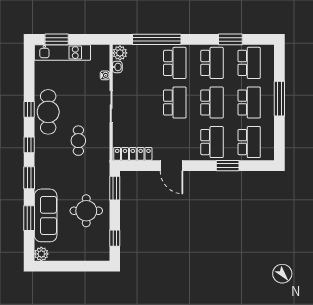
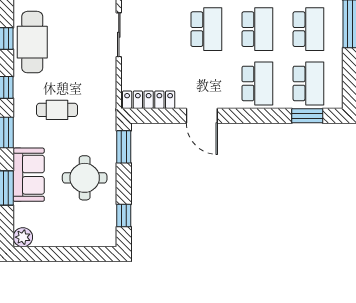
cafe table: (78, 141) -> (57, 110), moved, turned 90
window: (228, 166) -> (307, 116), moved
sofa: (46, 215) -> (29, 175), width x0.73

